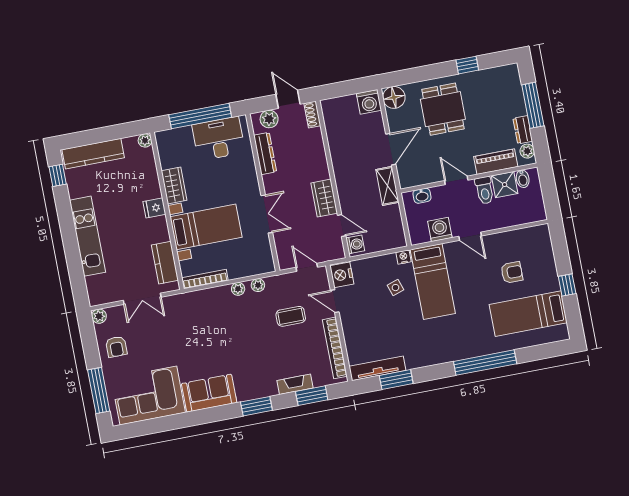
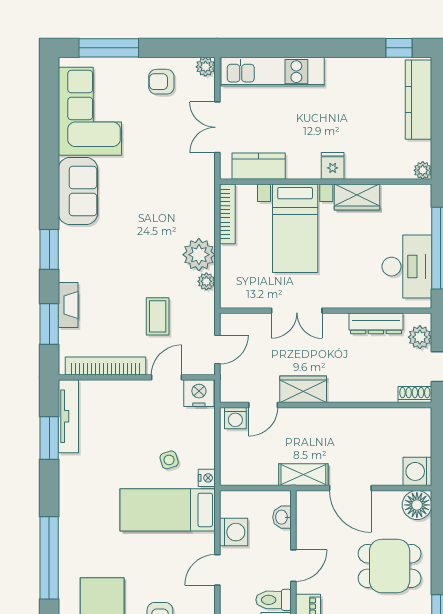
kitchen unit: (87, 236) -> (273, 72), moved
plant: (238, 289) -> (199, 255), width x1.87, depth x1.87

